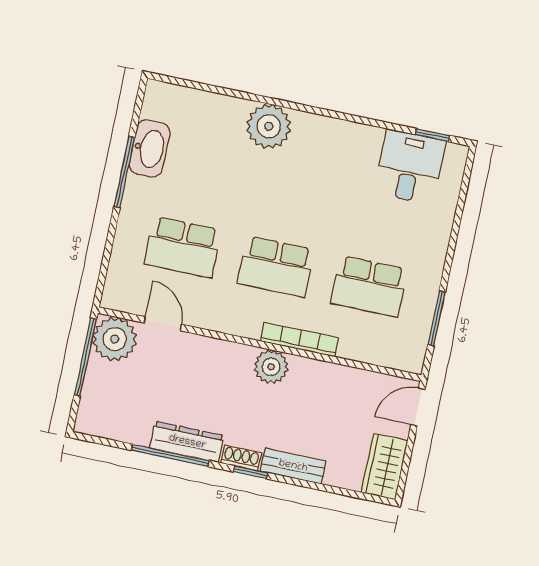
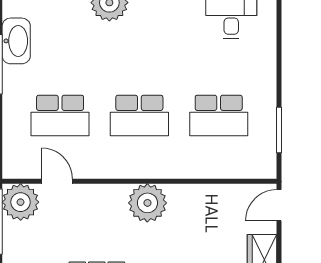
bookcase: (300, 340) -> (171, 171), removed
plant: (271, 367) -> (147, 203), width x1.36, depth x1.36

